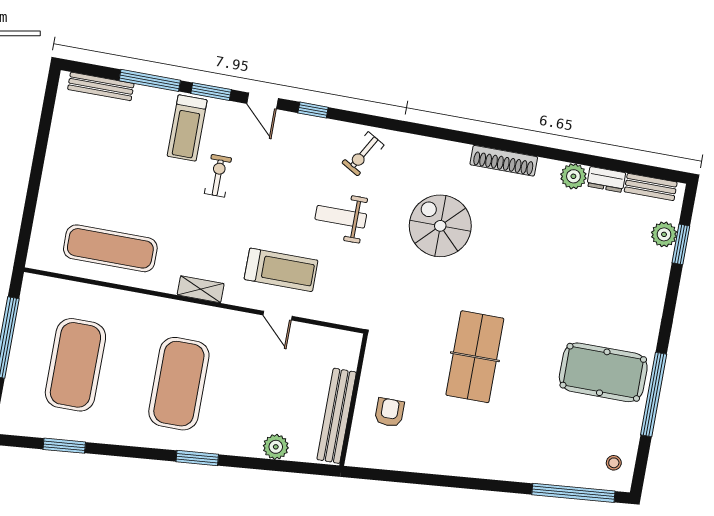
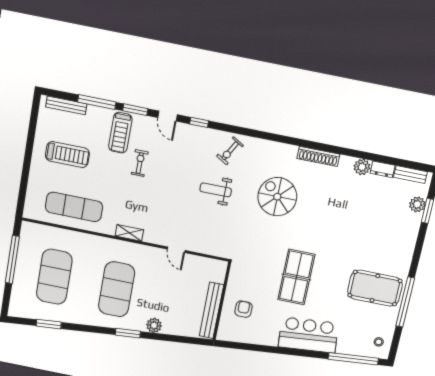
treadmill: (281, 270) -> (67, 155), moved
plant: (276, 447) -> (154, 325), moved
bar counter: (498, 454) -> (308, 335), added

